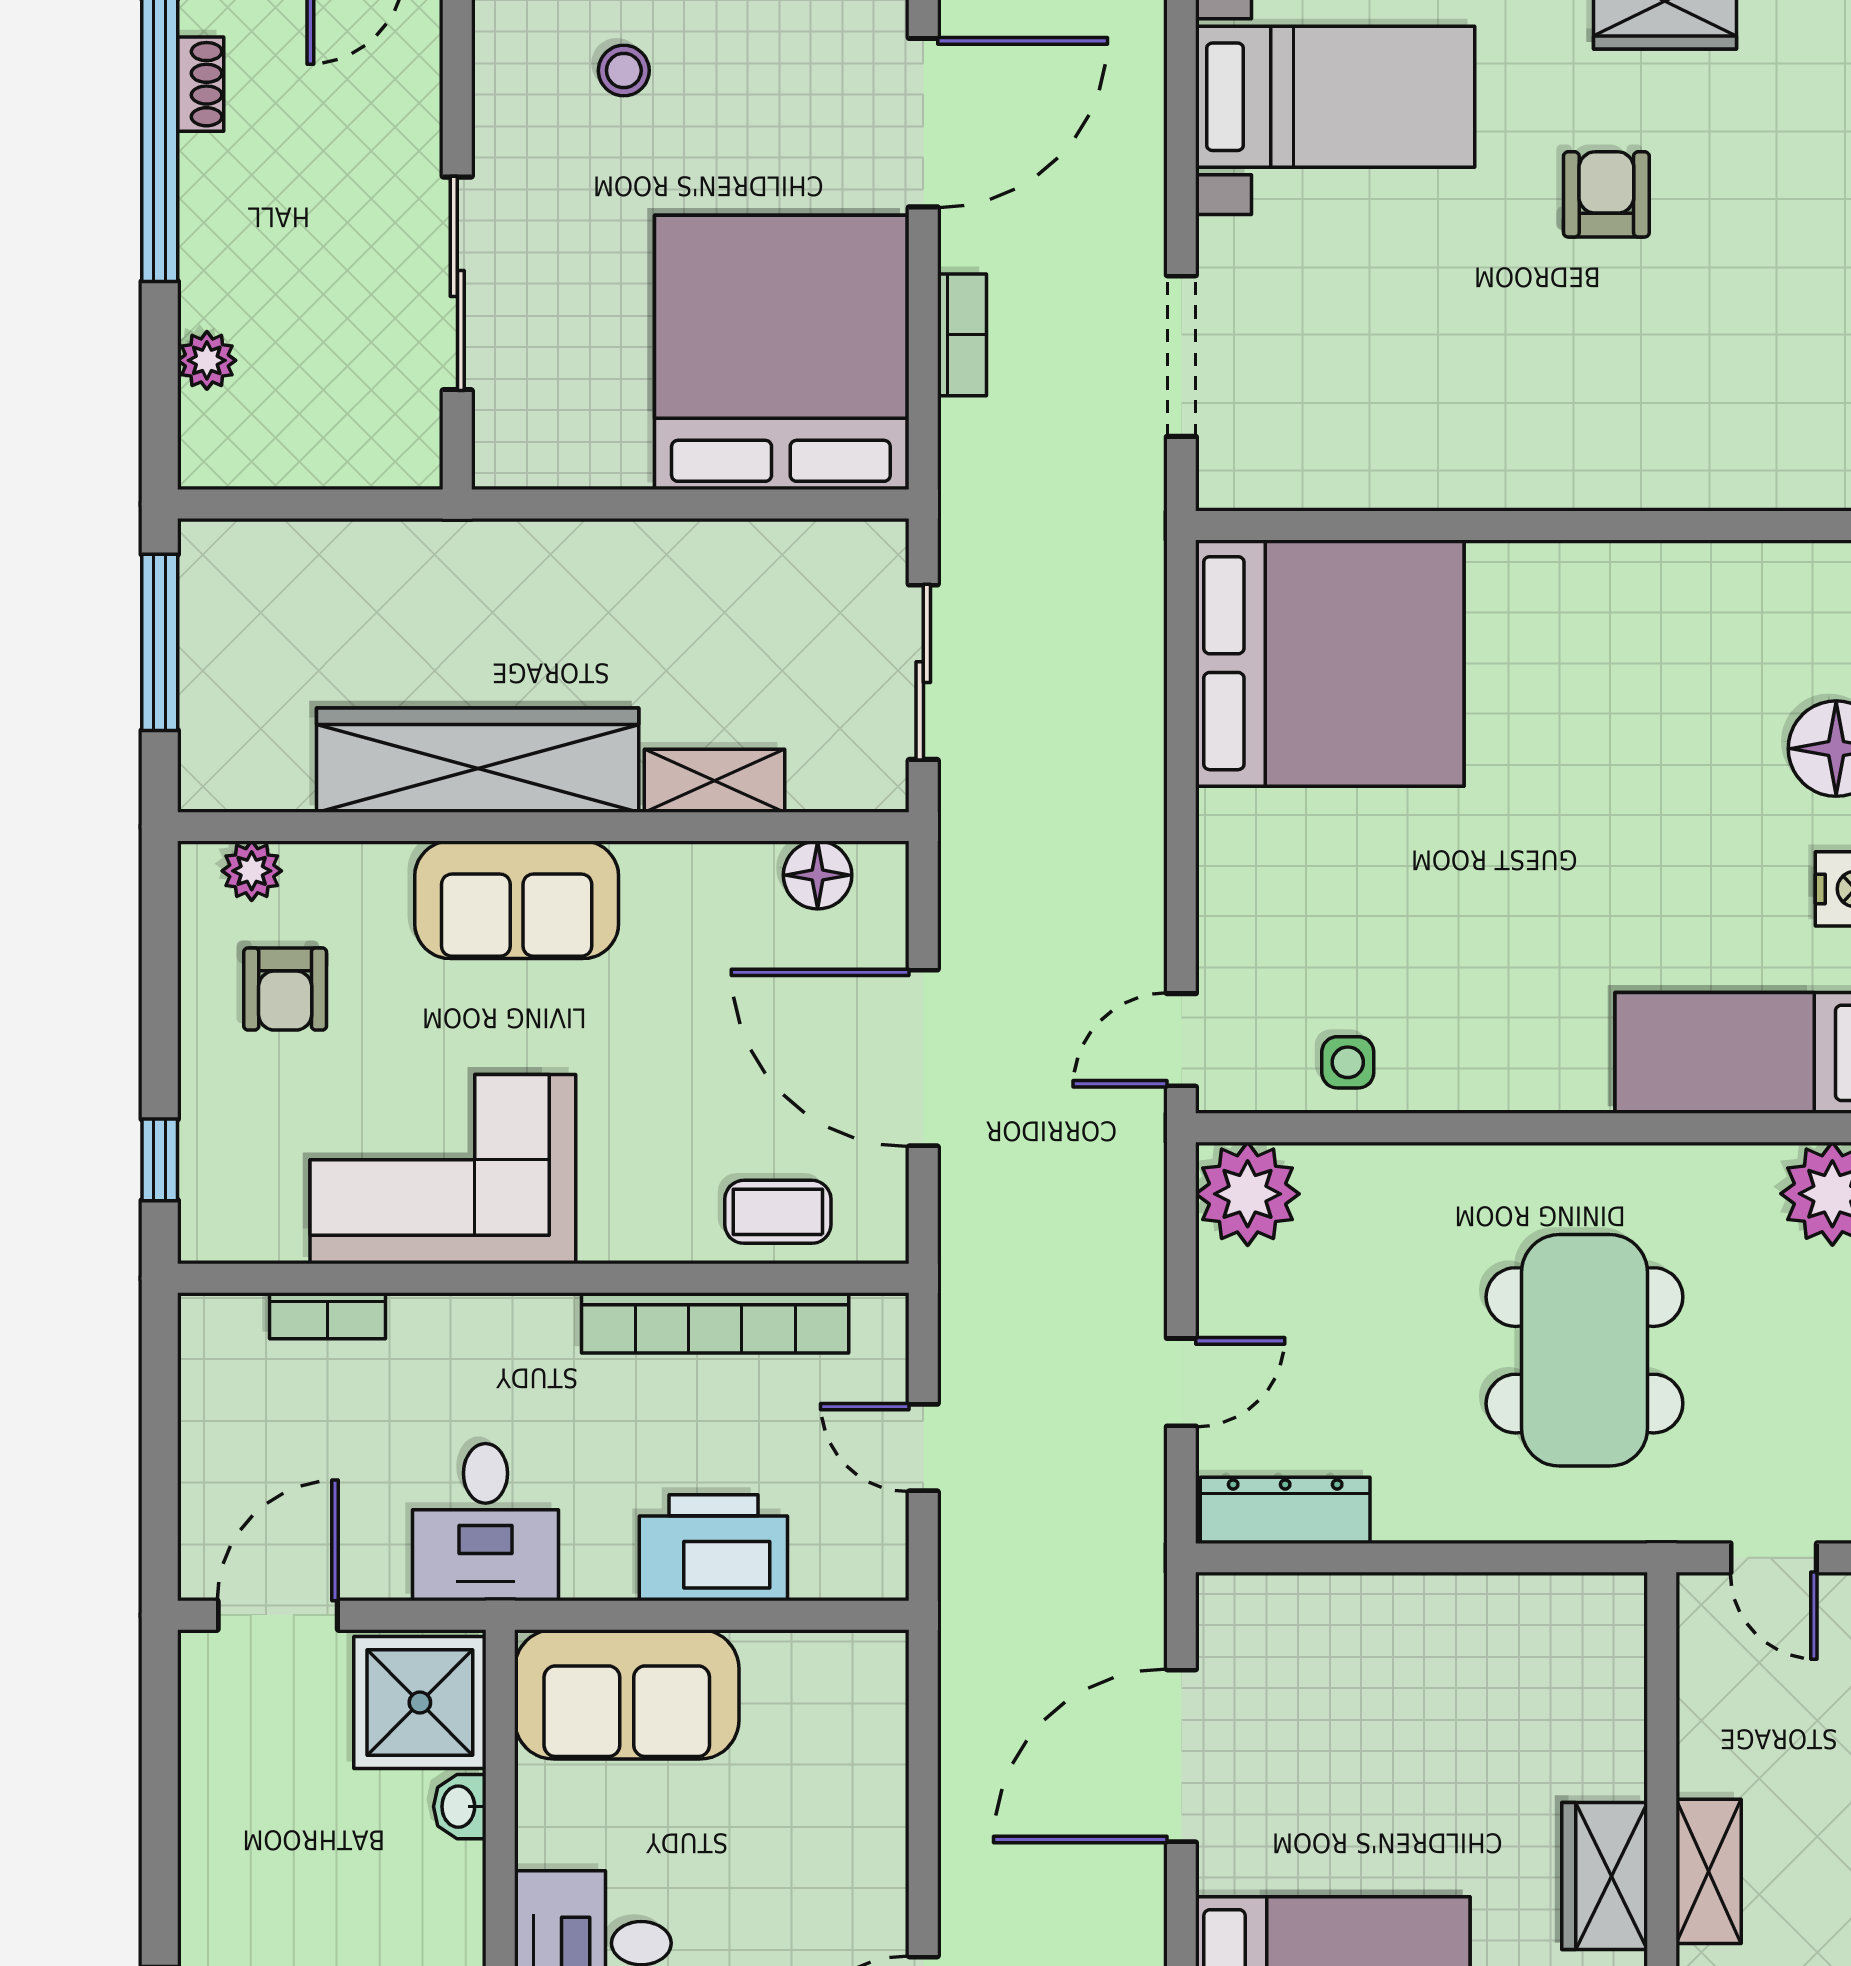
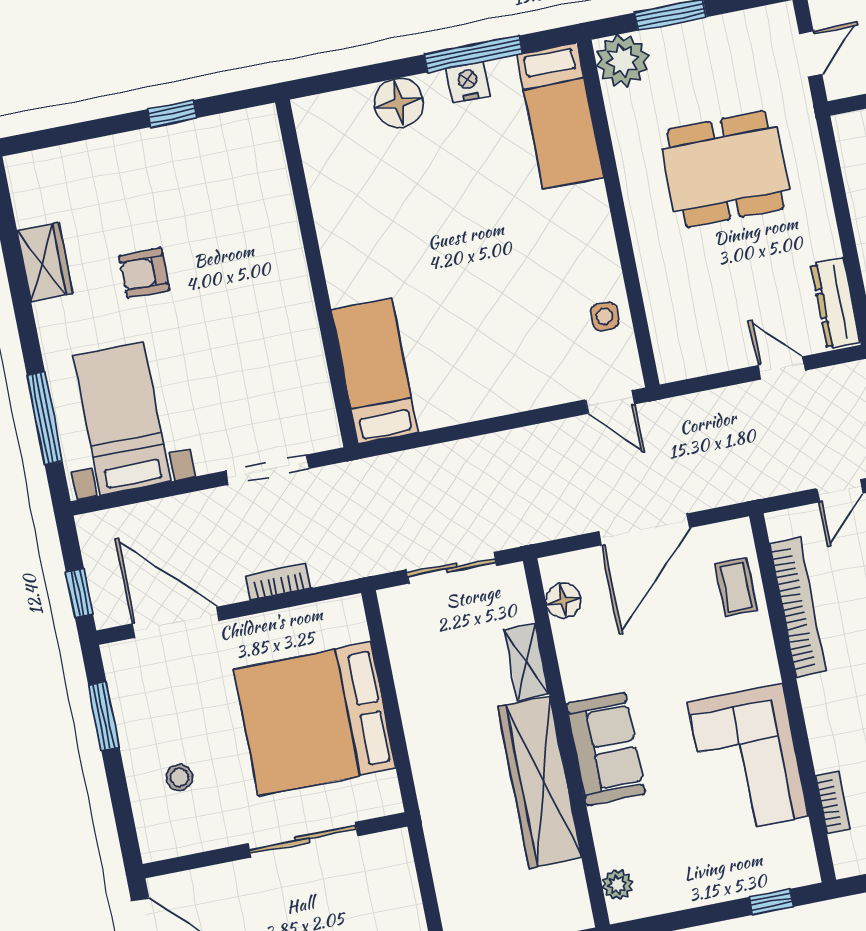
bed: (781, 352) -> (315, 719), moved
bed: (1330, 663) -> (375, 371), width x0.49
armchair: (285, 989) -> (673, 856), removed
plant: (1248, 1194) -> (680, 354), removed

